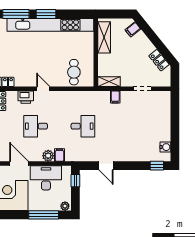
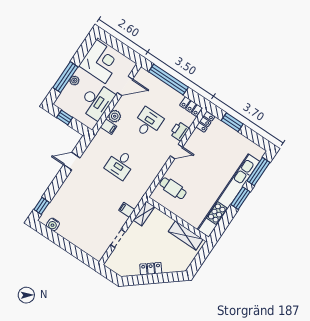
filing cabinet: (133, 29) -> (176, 265), removed
locker: (159, 60) -> (151, 269), moved
window: (75, 181) -> (65, 117), moved
plant: (65, 206) -> (74, 81), moved

